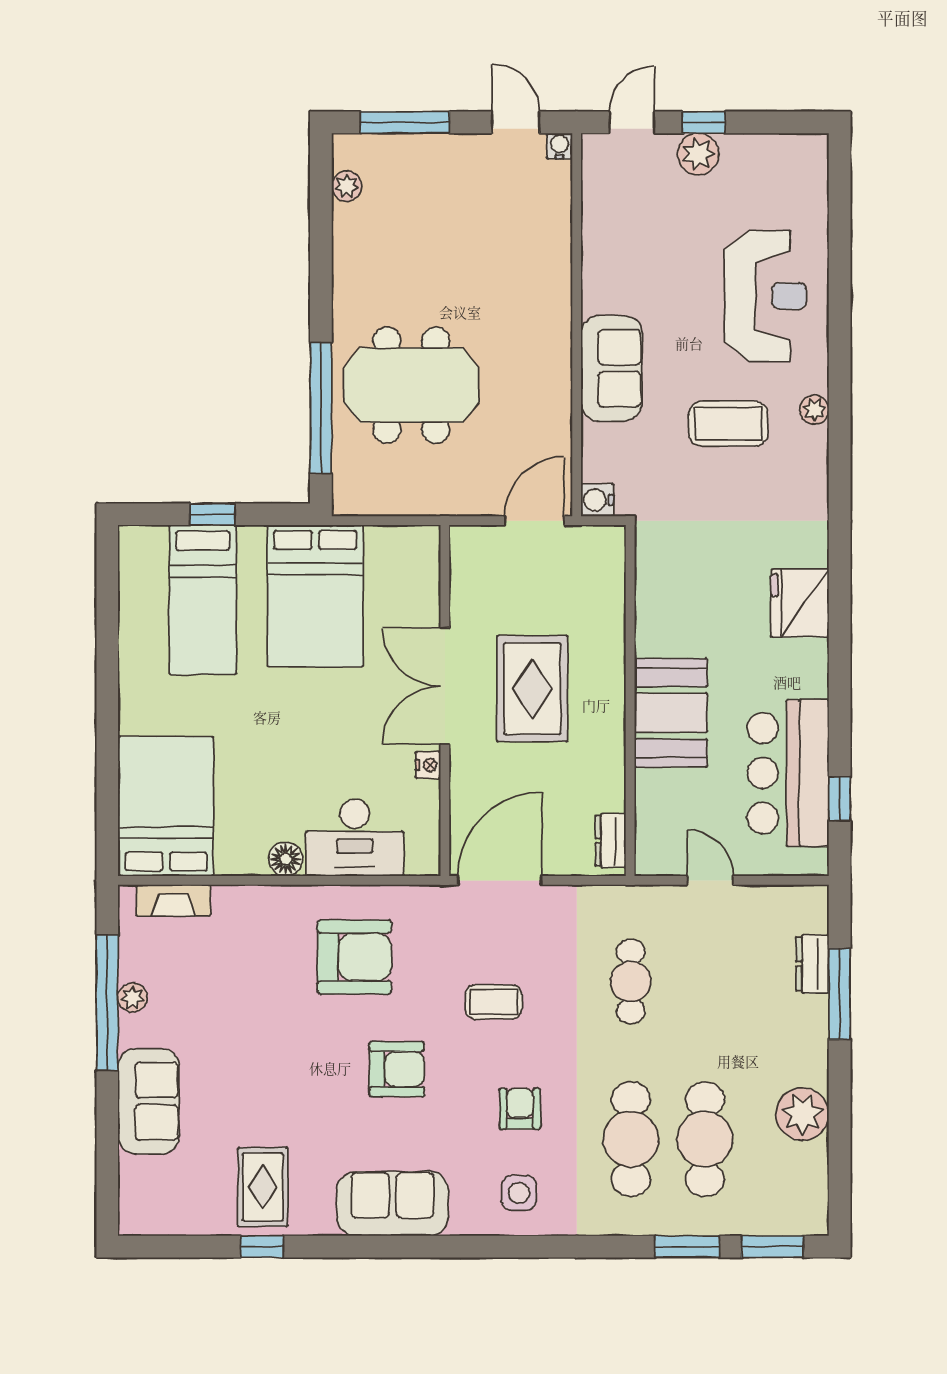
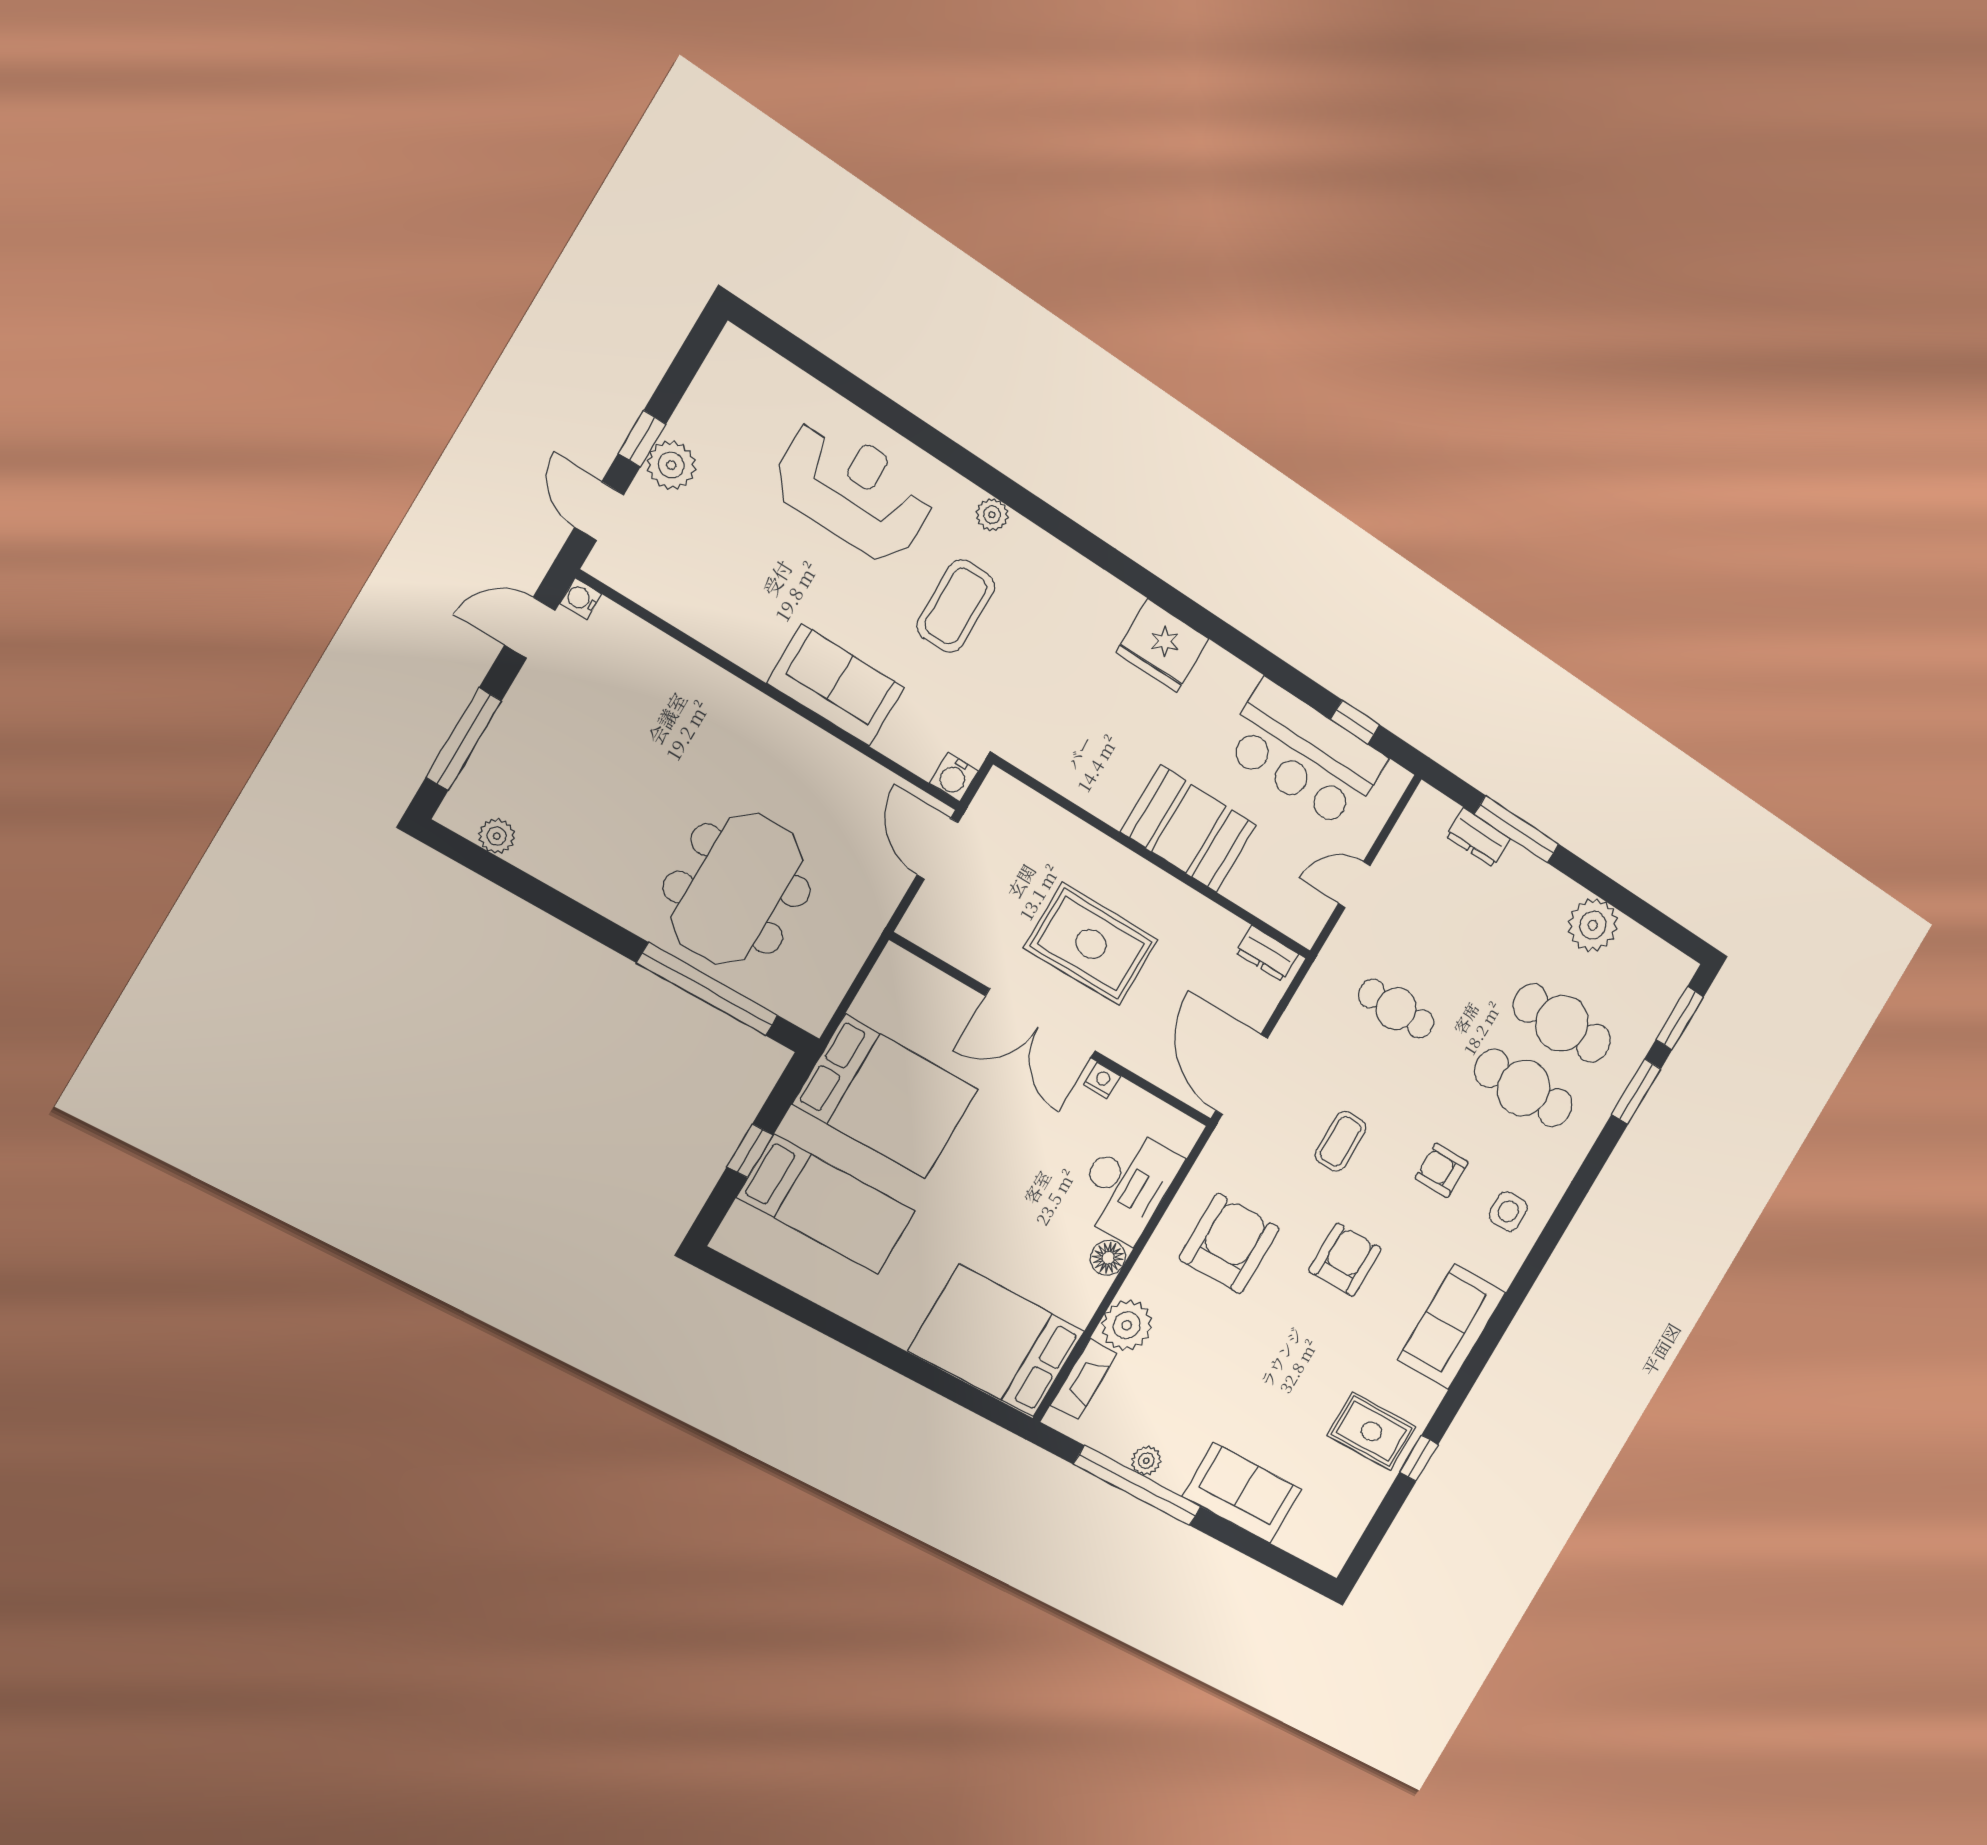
plant: (238, 910) -> (1127, 1325), added

